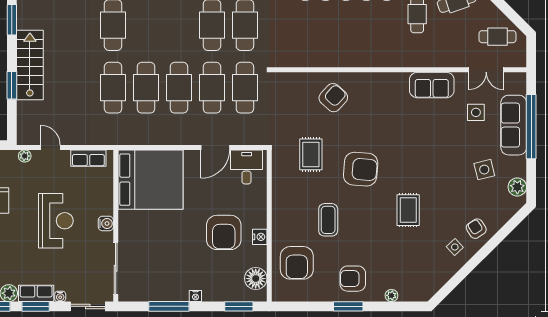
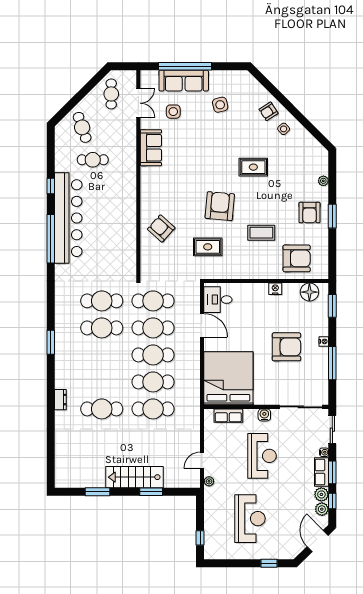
row of seats: (88, 158) -> (228, 416), moved, turned 90
plant: (517, 187) -> (234, 78), removed
reception desk: (56, 221) -> (262, 456), turned 90
armchair: (224, 232) -> (286, 347), moved

